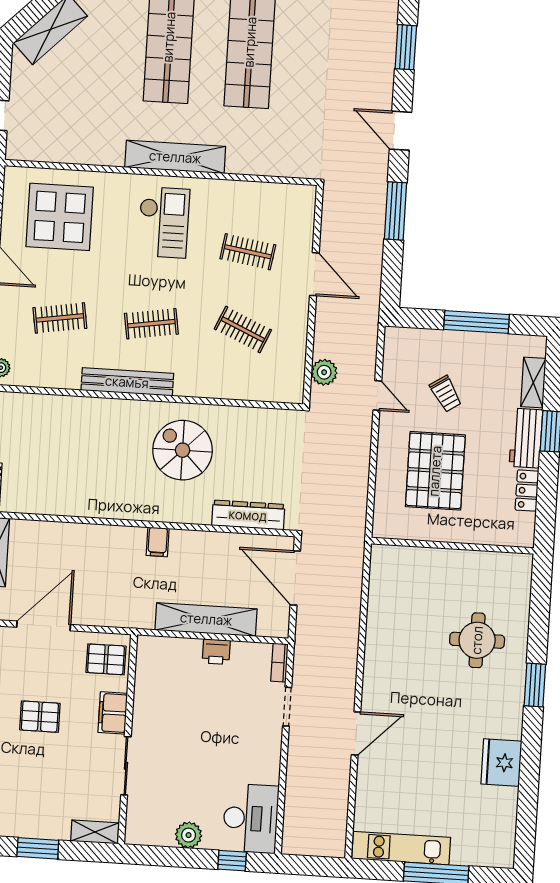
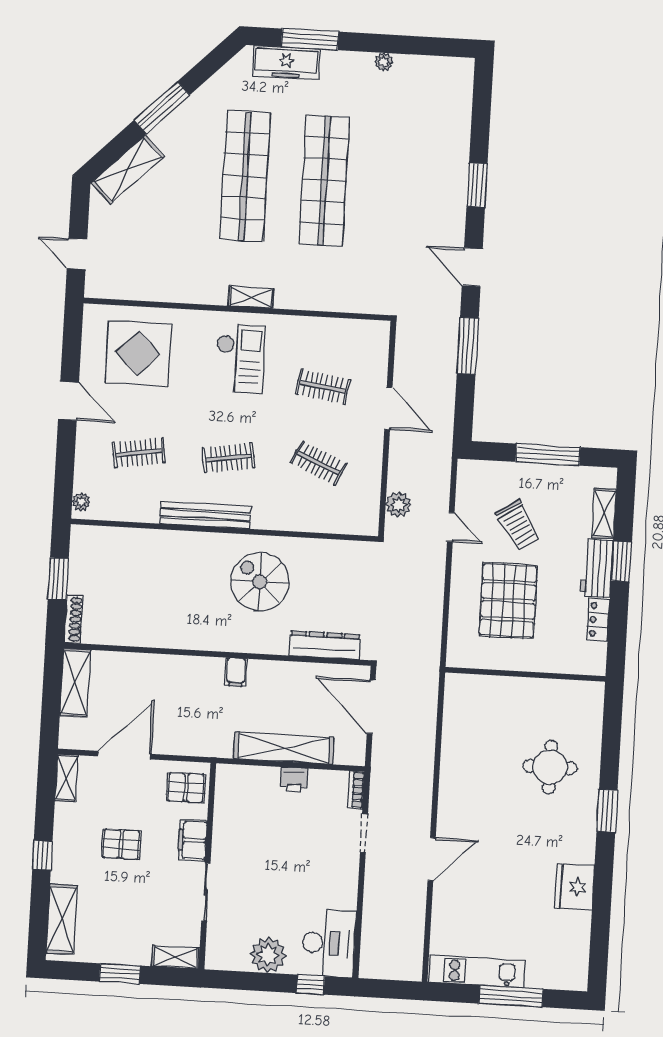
shelving: (175, 157) -> (251, 297), width x0.45, depth x0.75
trolley: (446, 394) -> (518, 525), width x1.36, depth x1.39
plant: (189, 835) -> (268, 955), width x1.36, depth x1.36

